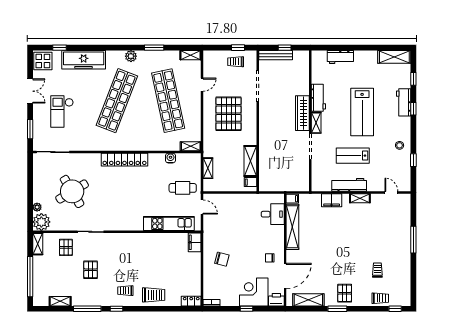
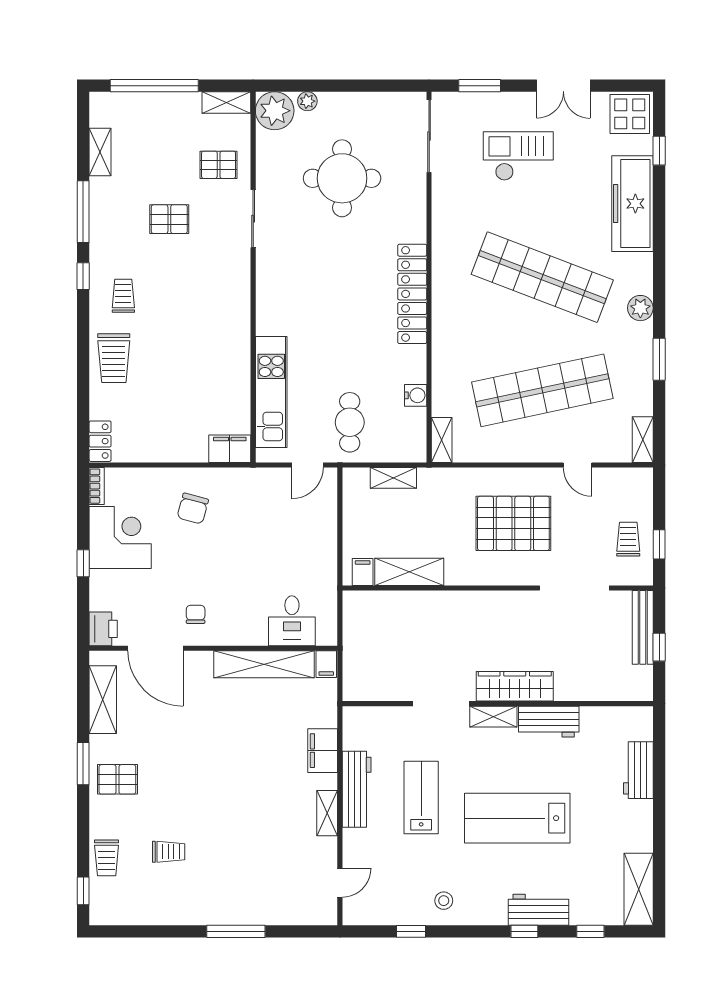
round table: (72, 191) -> (342, 178), turned 31
corner desk: (254, 292) -> (120, 537), moved

